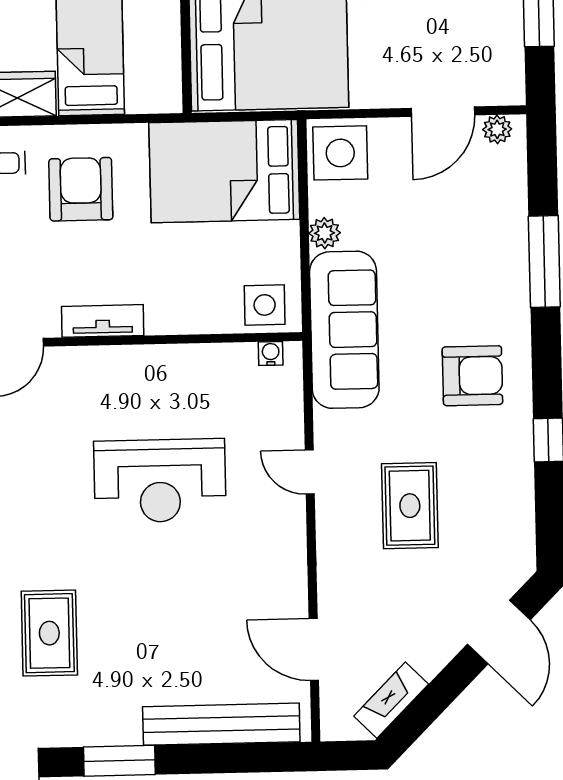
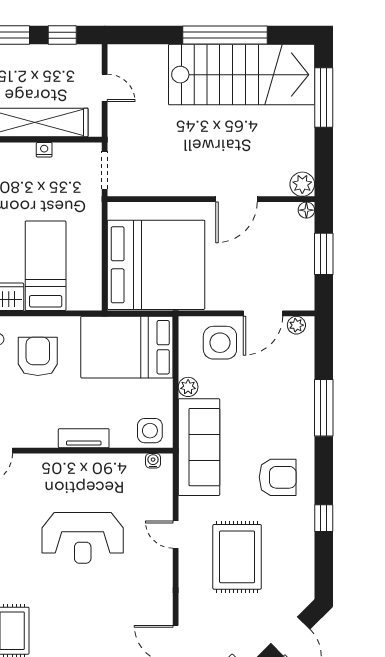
side table: (340, 153) -> (220, 343), moved
tv unit: (103, 321) -> (84, 438), moved
rug: (410, 506) -> (237, 557), width x1.36, depth x1.43

